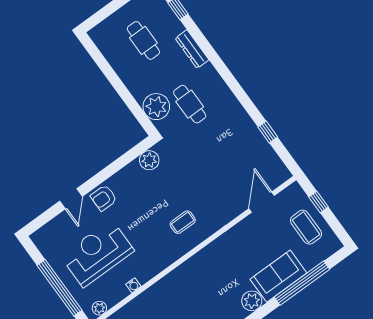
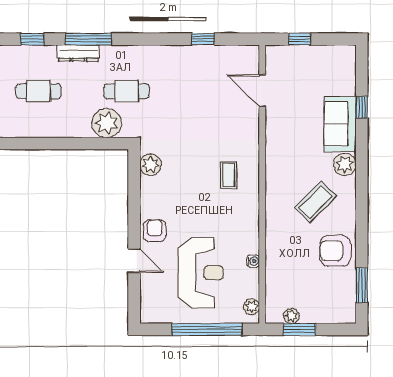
window: (207, 49) -> (89, 39), added
armchair: (104, 198) -> (155, 231), turned 180
coffee table: (306, 227) -> (316, 202), moved, turned -45
reception desk: (97, 253) -> (201, 273), turned 180
window: (302, 283) -> (362, 107), width x0.32

